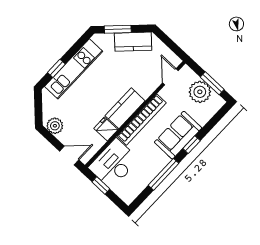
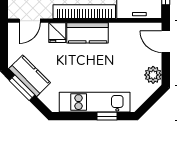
window: (118, 29) -> (22, 88), moved
fridge: (106, 129) -> (57, 33), moved

